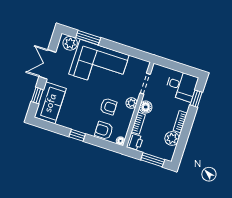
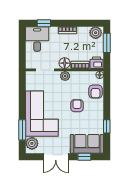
armchair: (108, 107) -> (77, 106), moved
window: (77, 135) -> (107, 126), moved
plant: (172, 138) -> (96, 33), moved

